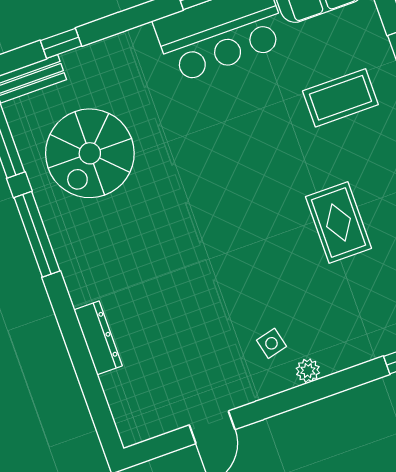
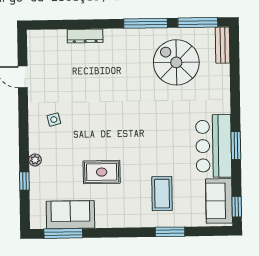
window: (61, 43) -> (235, 67), removed
plant: (308, 371) -> (35, 160), moved

